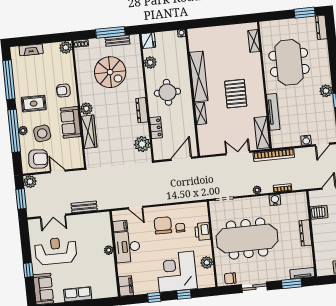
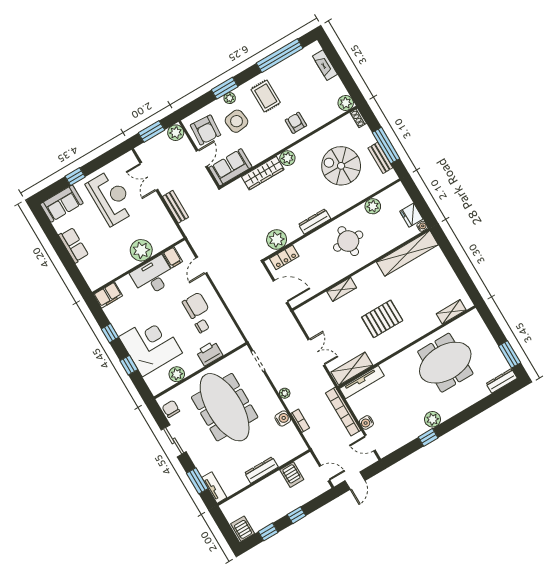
fridge: (148, 41) -> (411, 215), moved, turned 90
spiral stairs: (110, 72) -> (341, 166), turned 90
shelving: (199, 77) -> (407, 253), moved
tv unit: (273, 112) -> (362, 382), moved
sofa: (71, 122) -> (230, 167), moved
locker: (156, 128) -> (284, 257), moved
window: (14, 131) -> (225, 88), width x0.47
bookcase: (274, 155) -> (343, 412), moved
plant: (109, 250) -> (141, 250), width x1.88, depth x1.88

